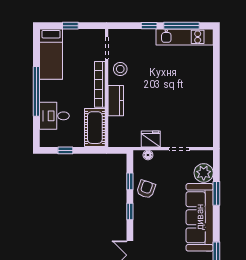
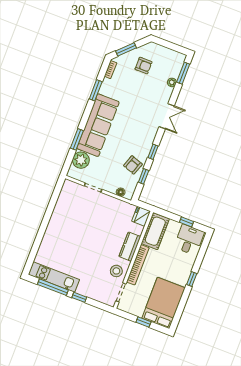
bed: (51, 54) -> (163, 303), width x1.50
window: (36, 91) -> (192, 279), width x0.32
desk: (54, 116) -> (189, 240), moved, turned -90
fridge: (151, 139) -> (141, 216), moved, turned 90

